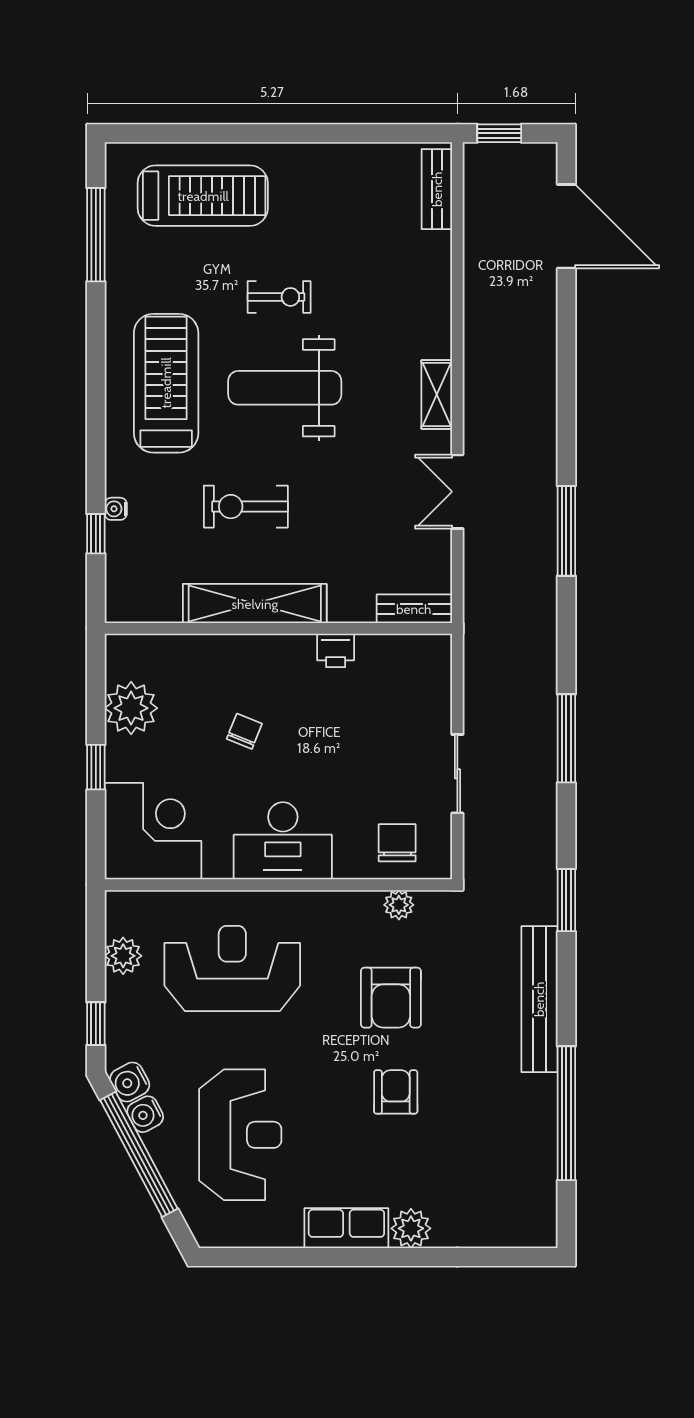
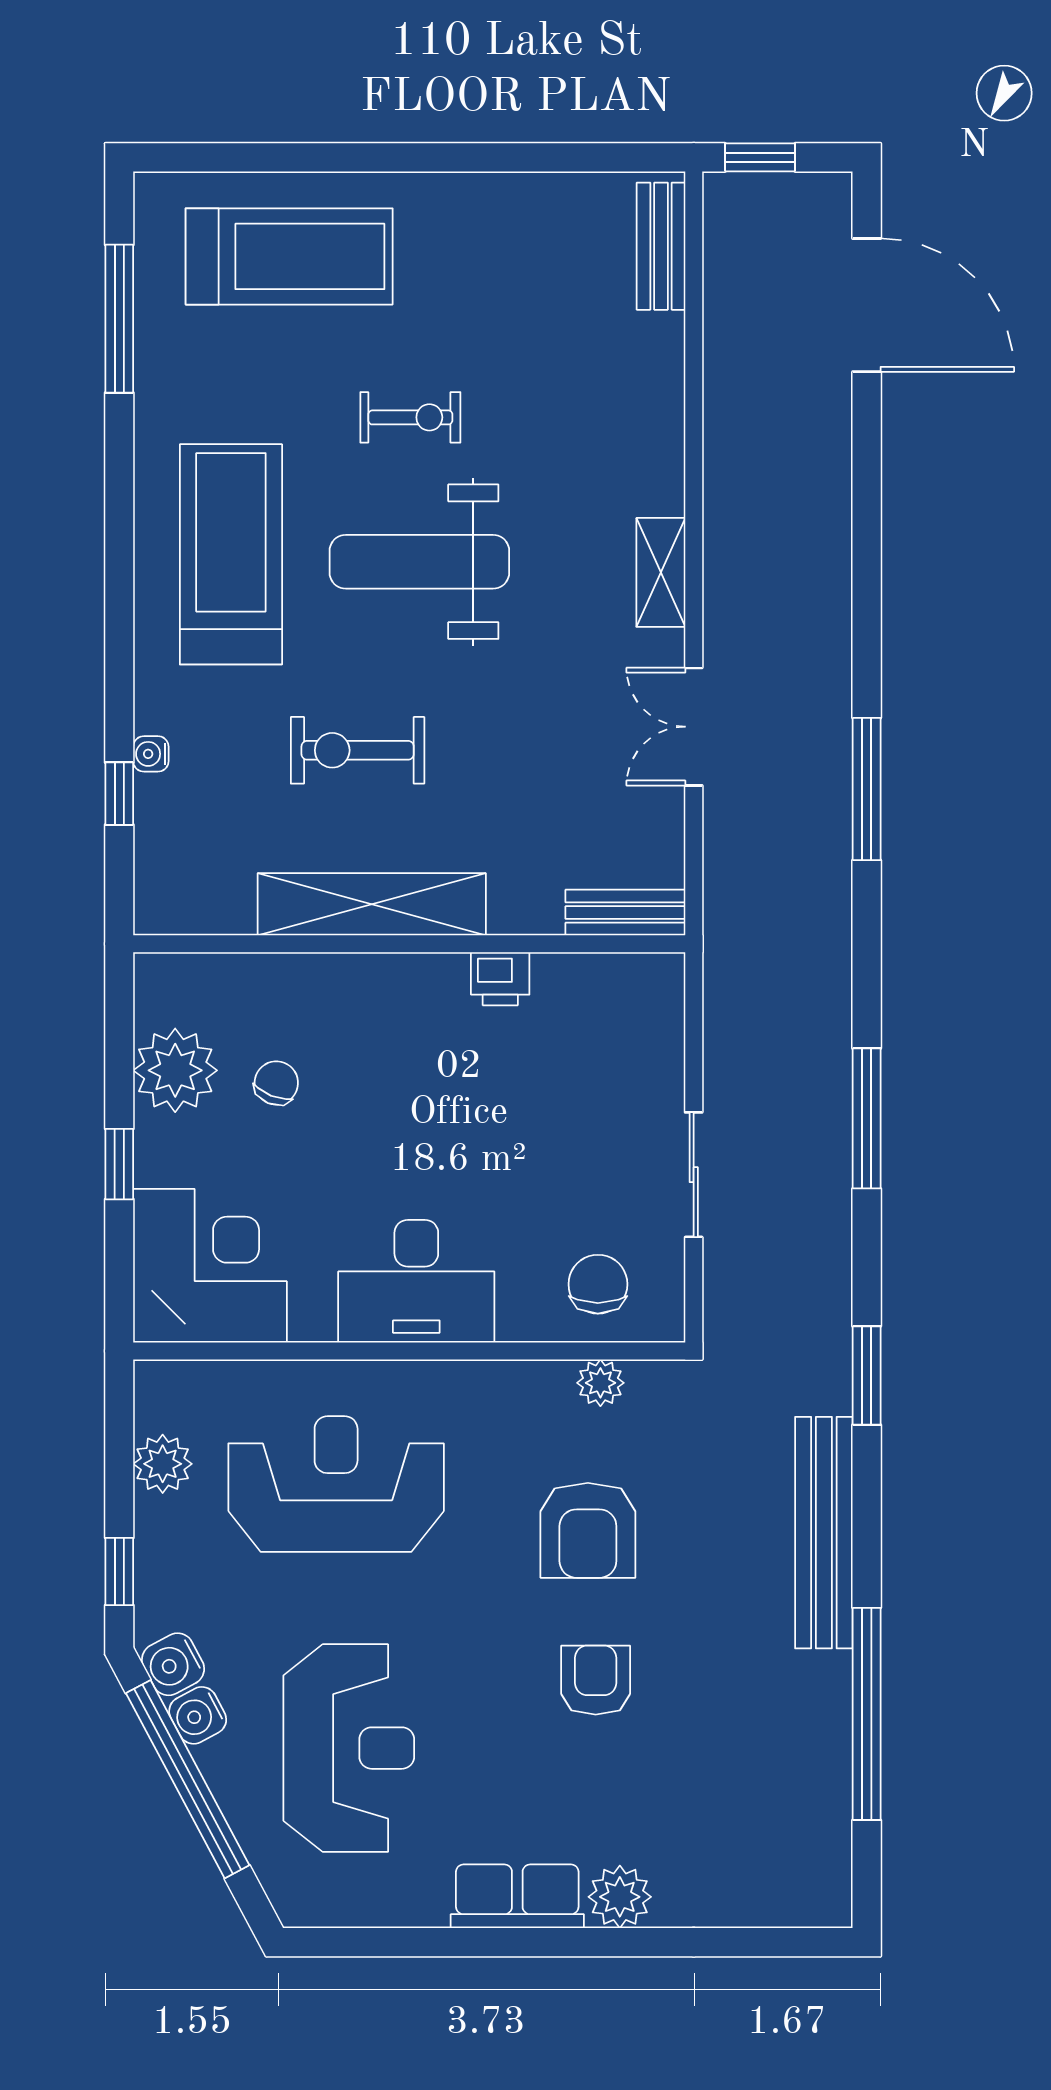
chair: (244, 731) -> (276, 1083), moved

